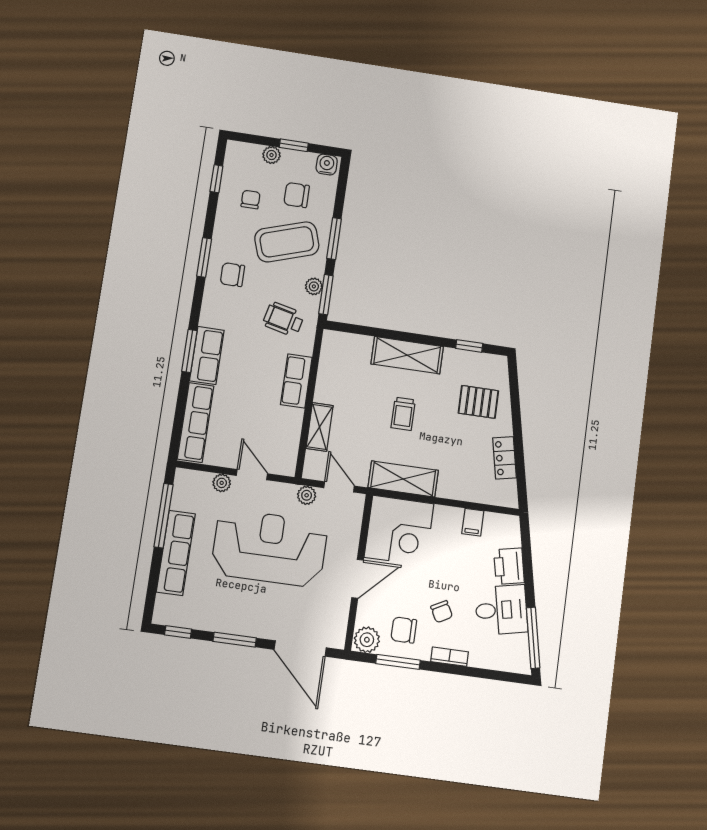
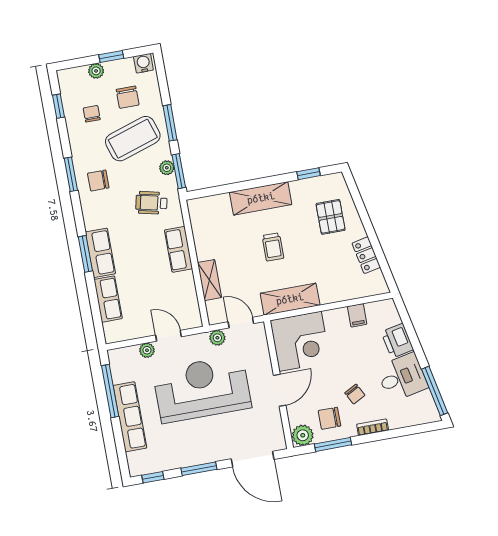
chair: (297, 195) -> (128, 97), turned -90
pallet: (478, 402) -> (331, 217), turned 90
row of seats: (196, 422) -> (108, 299), width x0.68

